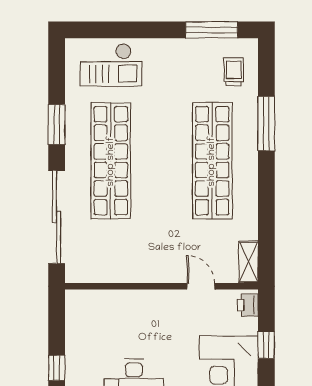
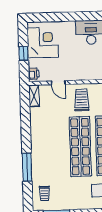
shop shelf: (212, 161) -> (80, 147), moved
trolley: (156, 251) -> (82, 100), added

